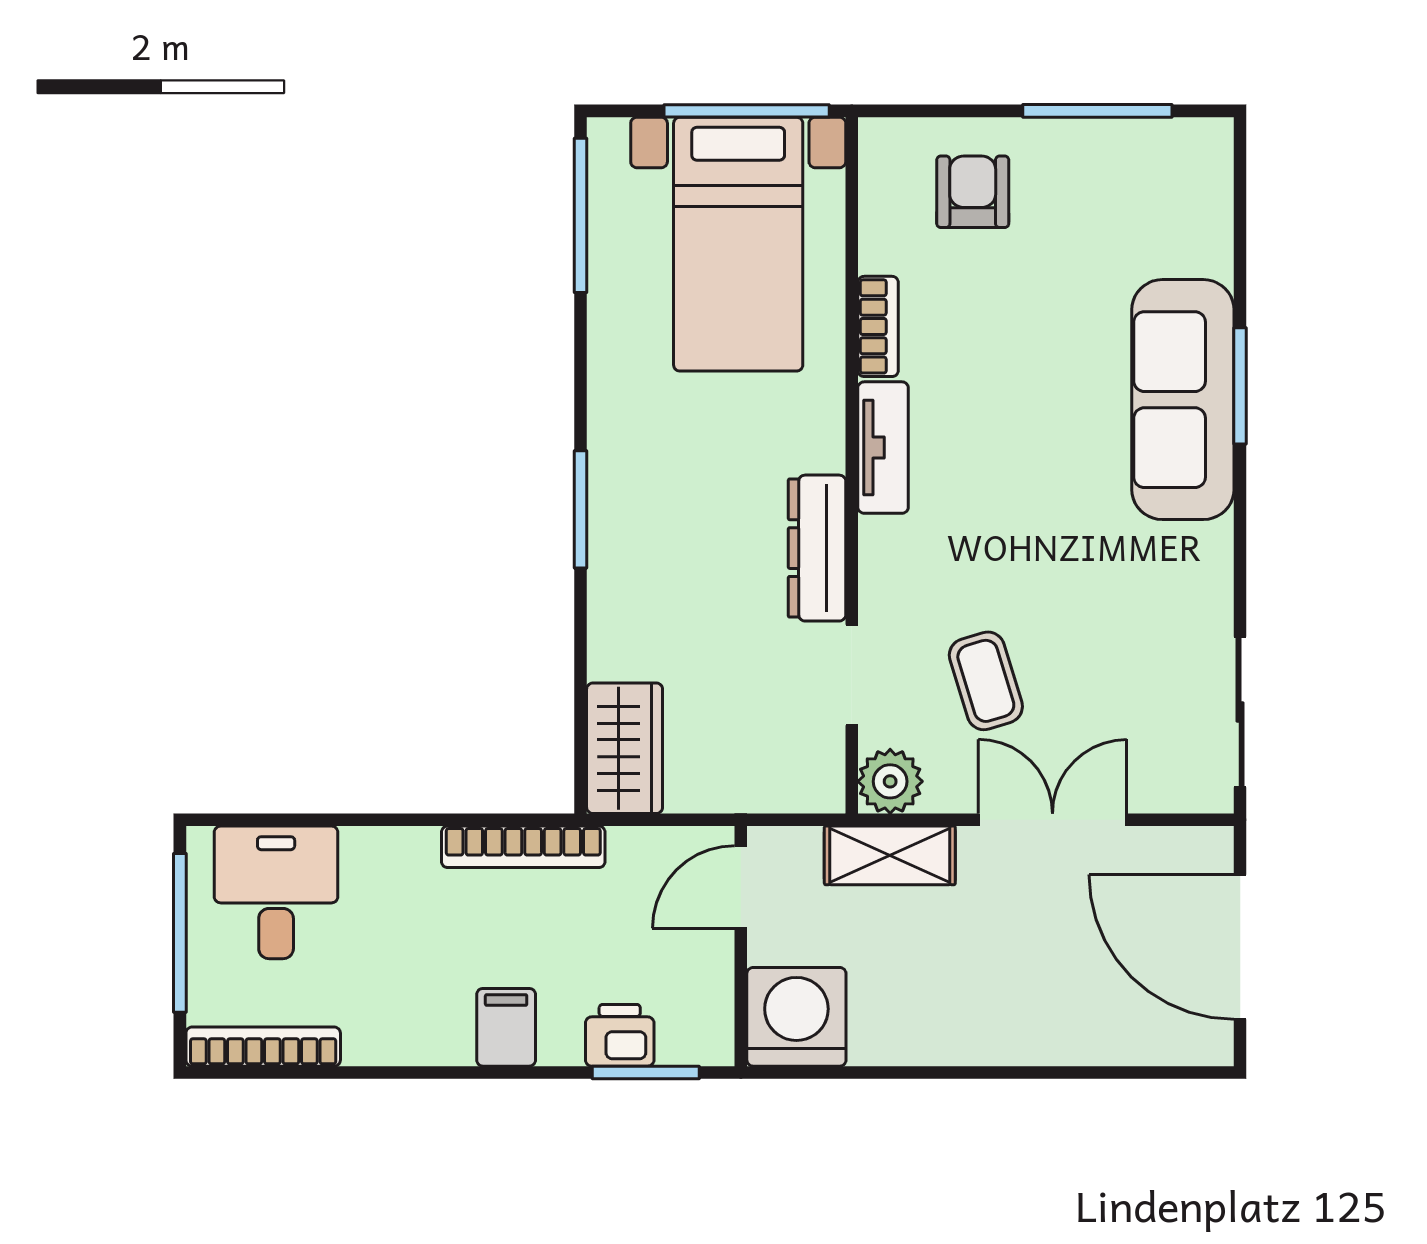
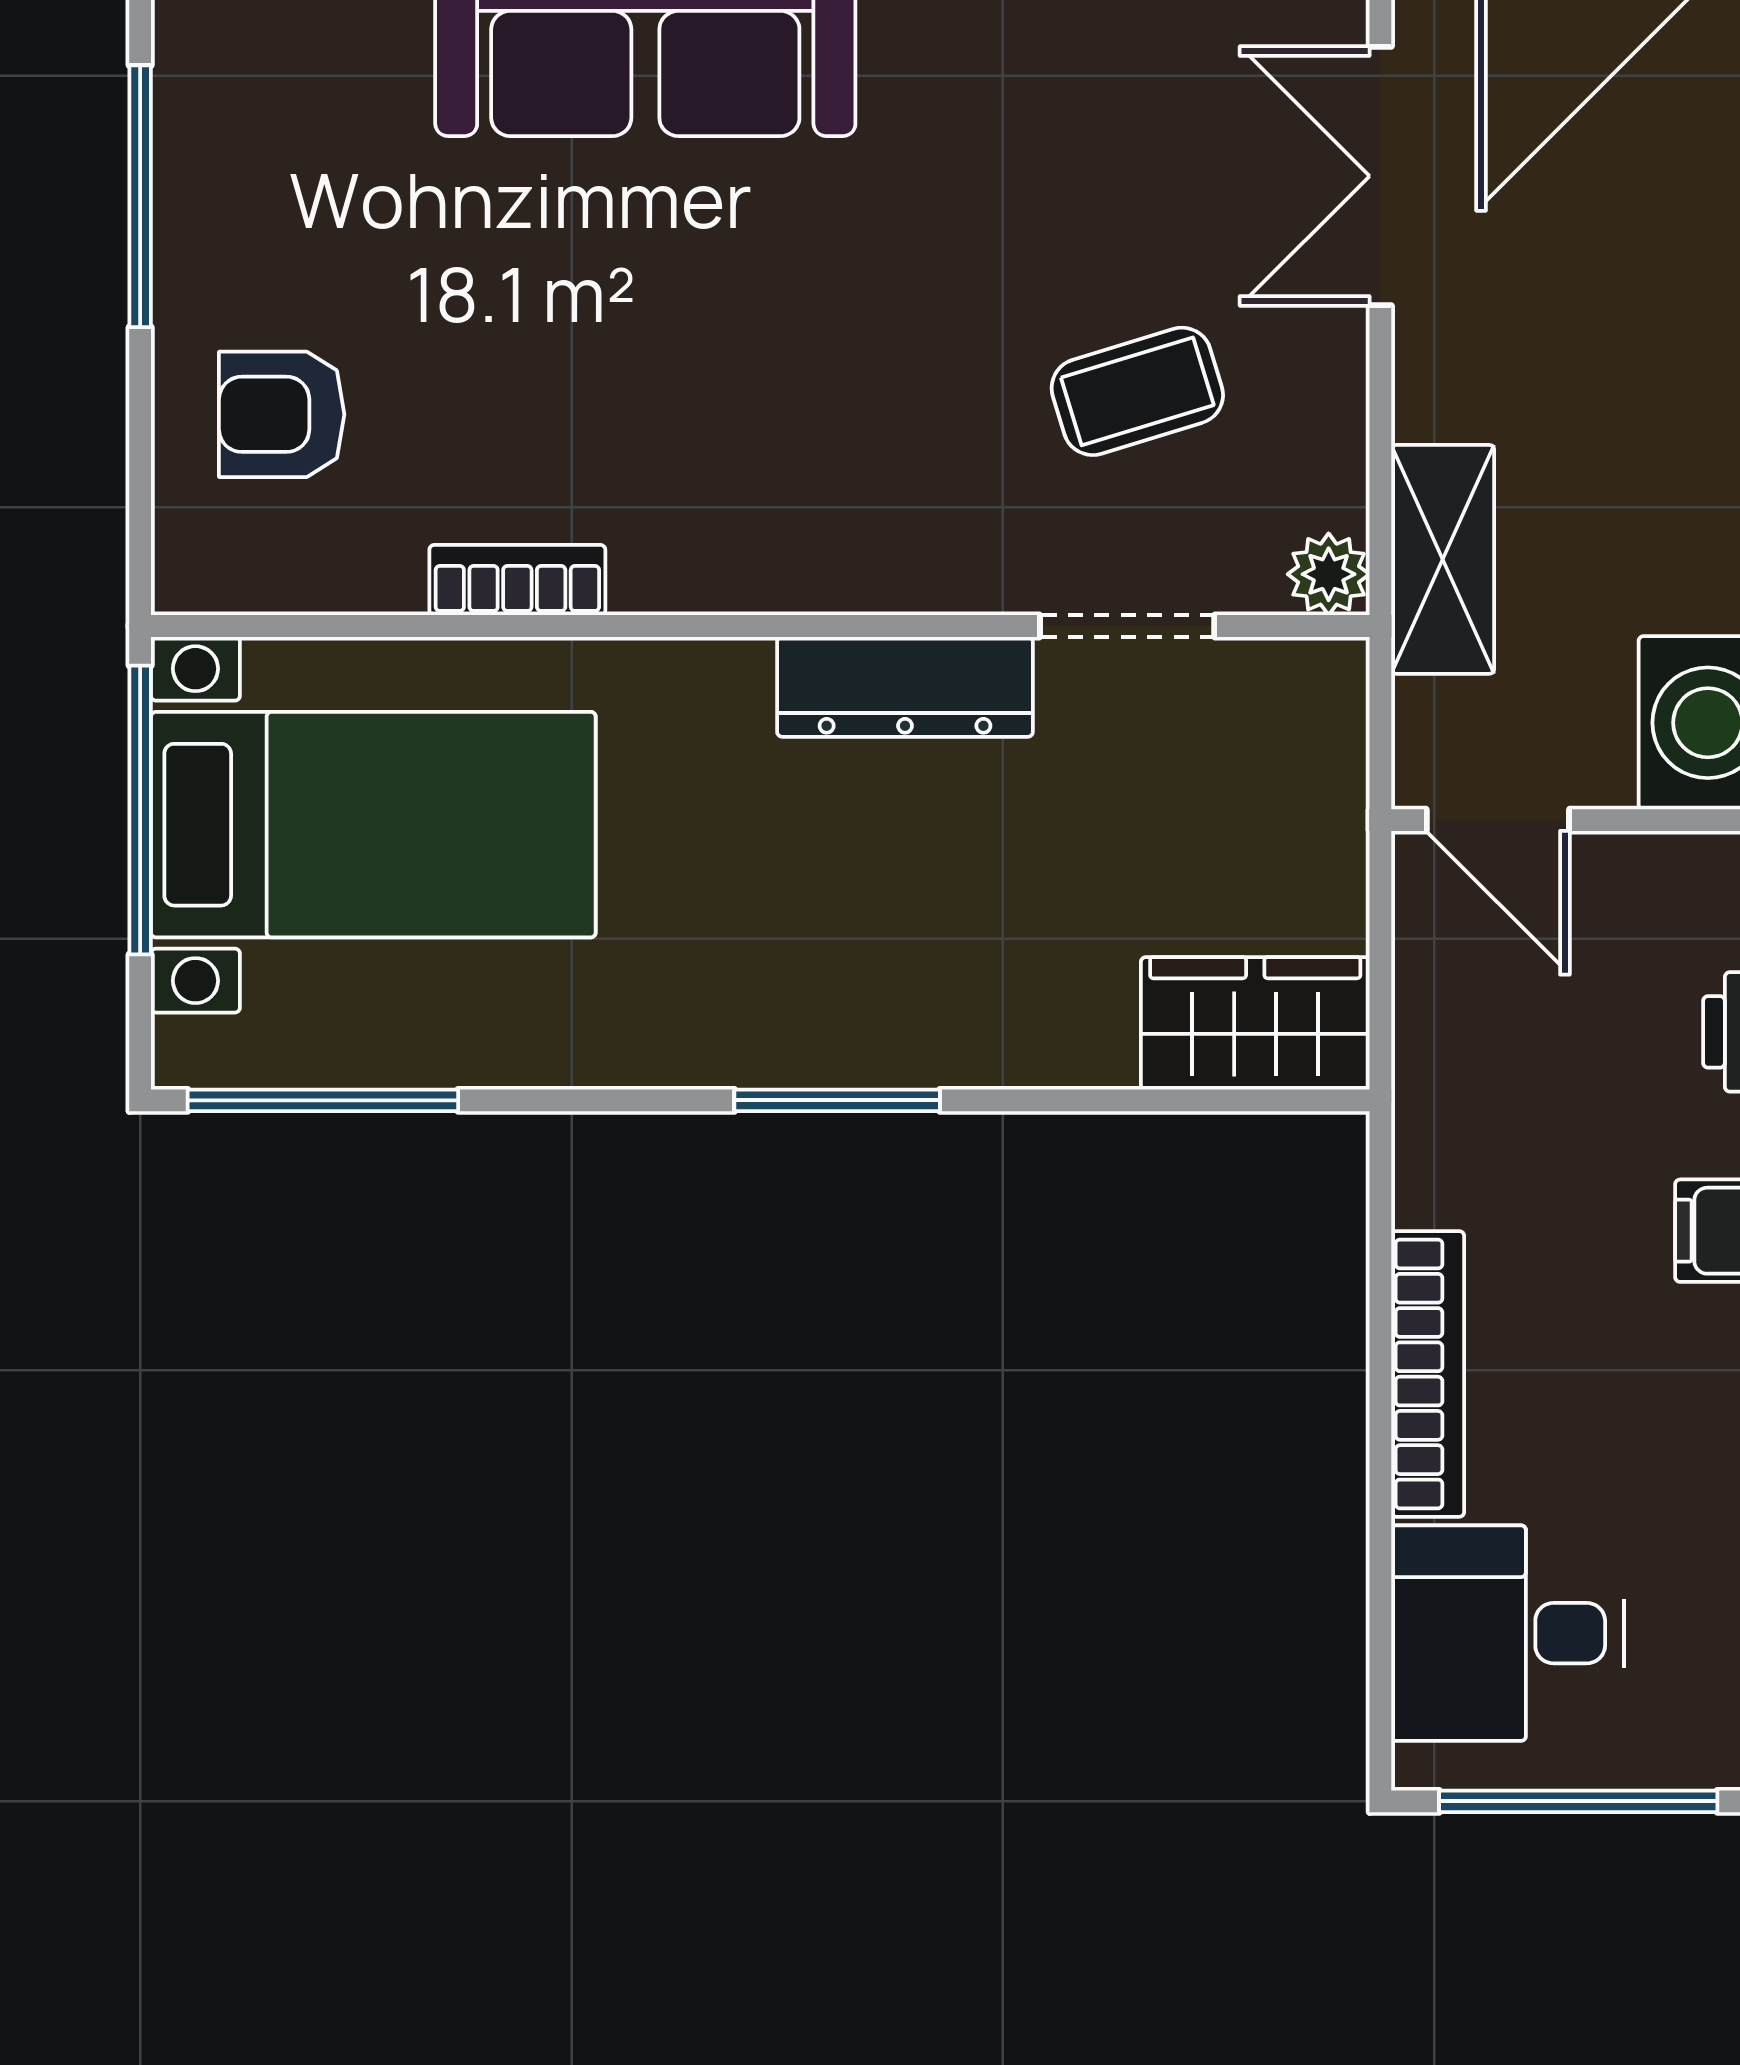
tv unit: (883, 448) -> (729, 571), removed
plant: (890, 781) -> (1329, 574), width x0.73, depth x0.73
double door: (1053, 820) -> (1380, 176), moved
bookcase: (523, 847) -> (1428, 1374), moved

